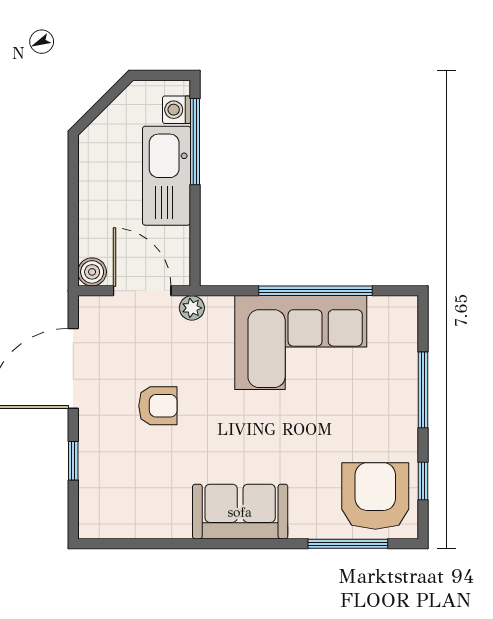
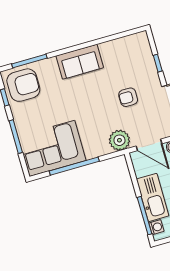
plant: (192, 308) -> (119, 140), width x1.88, depth x1.88
corner sofa: (301, 343) -> (52, 148), moved
armchair: (375, 496) -> (23, 85), turned -90

